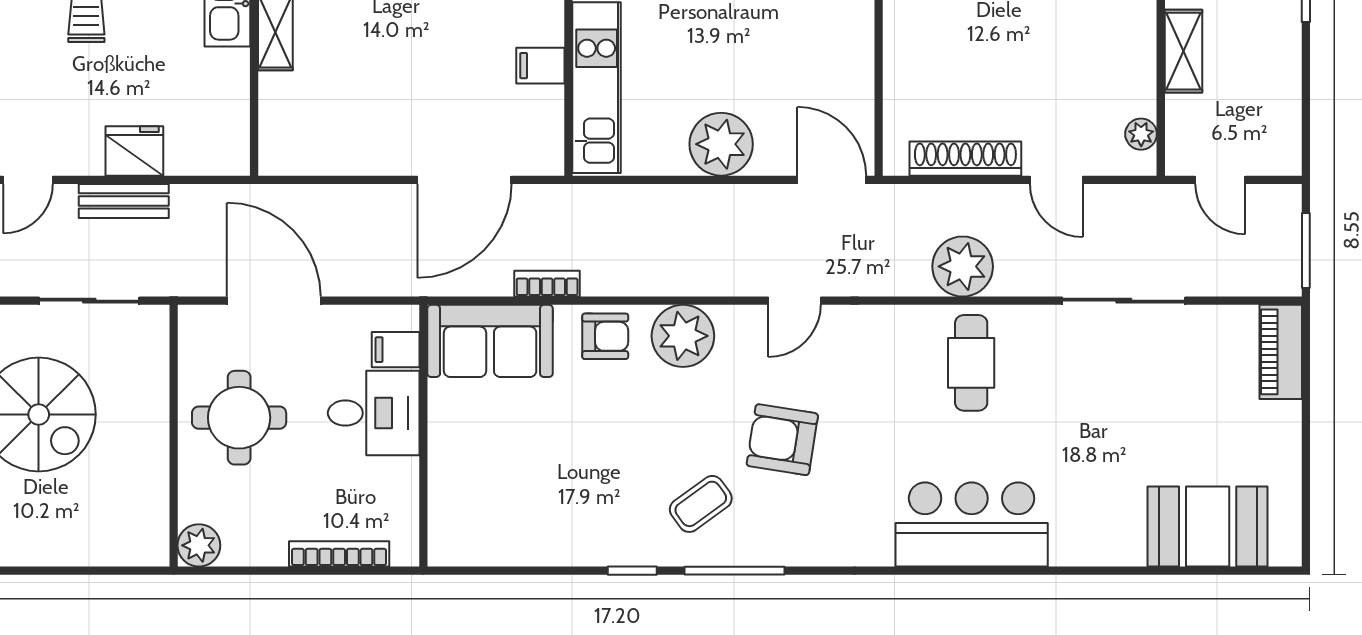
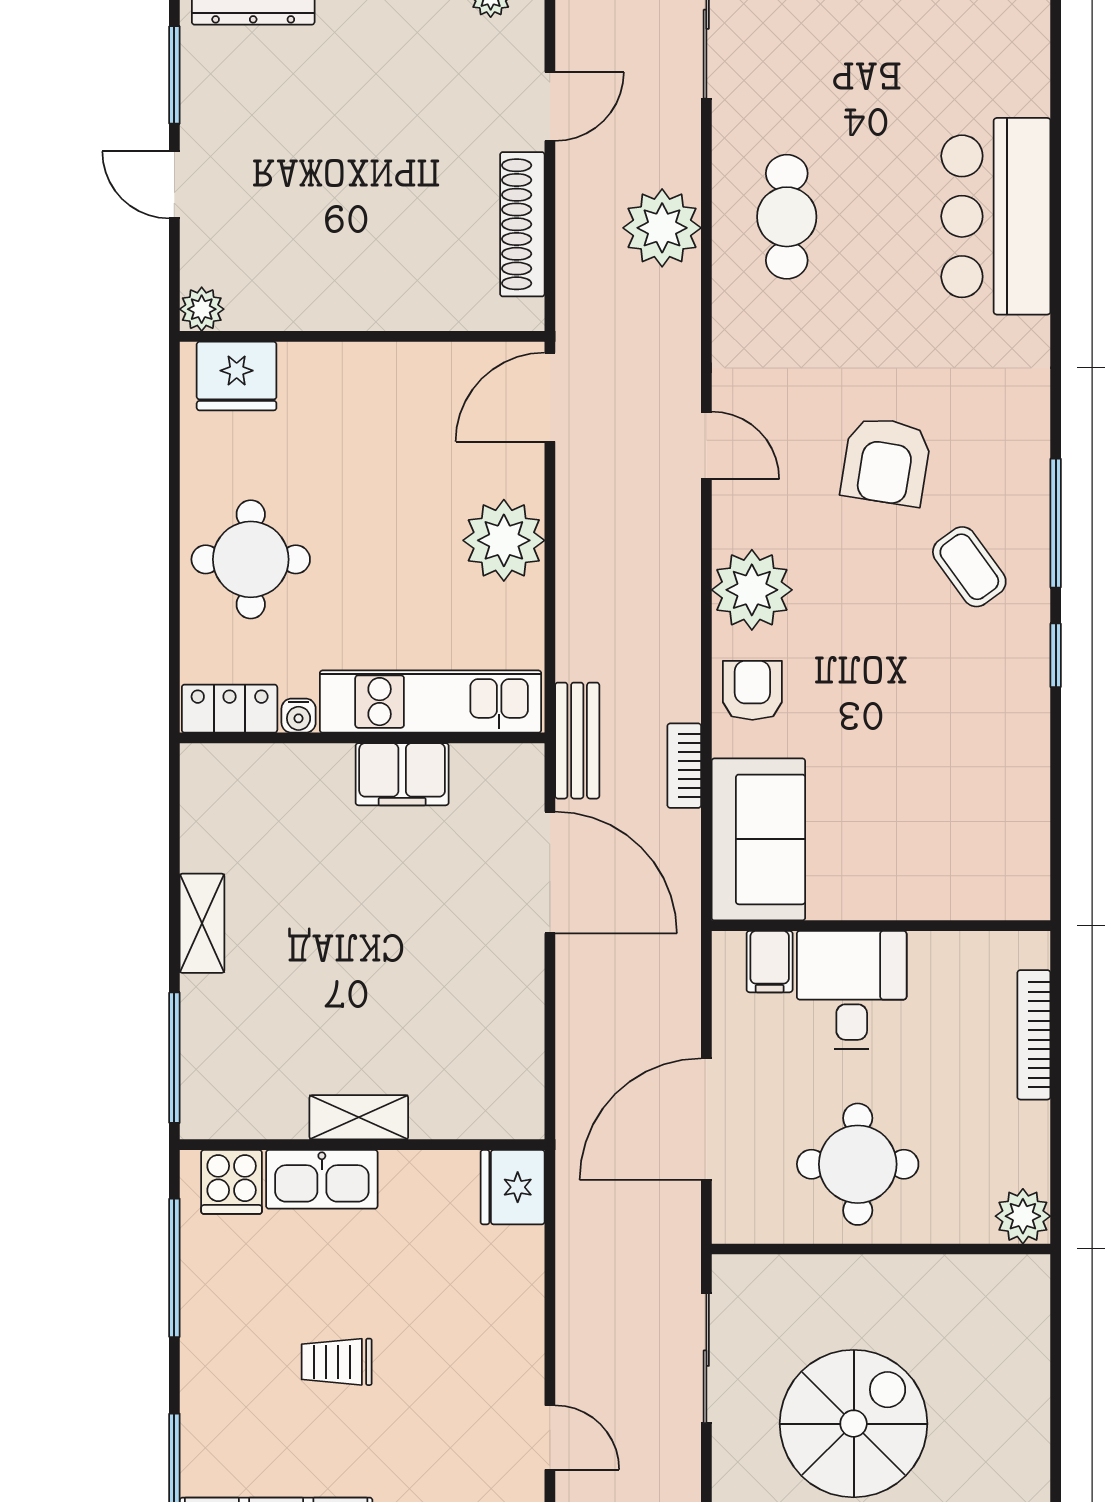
filing cabinet: (540, 66) -> (402, 774), width x2.00
fridge: (134, 151) -> (513, 1187), moved
bench: (124, 201) -> (577, 741), moved
cafe table: (971, 363) -> (787, 217), turned 90

